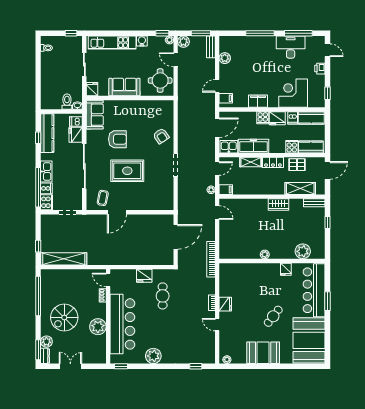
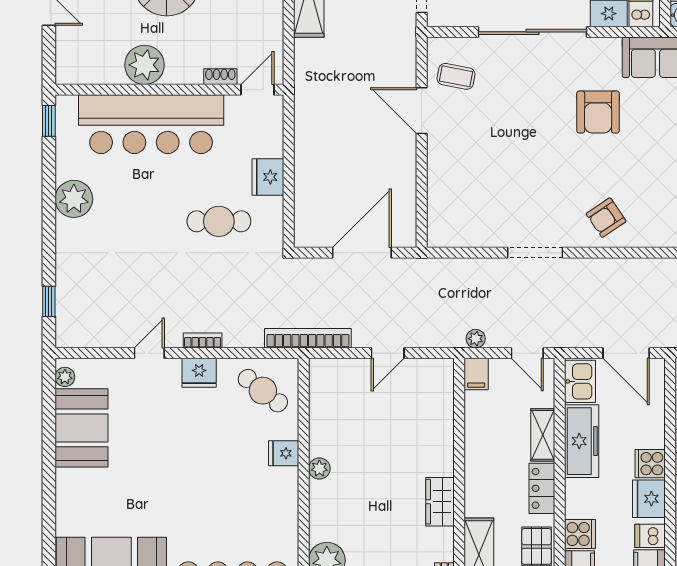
rug: (127, 171) -> (522, 136), removed
door: (217, 213) -> (388, 353), moved
door: (176, 237) -> (362, 253), swing flipped
fridge: (286, 269) -> (284, 453), moved
cafe table: (273, 316) -> (263, 391), moved
booth: (263, 353) -> (81, 428), moved

